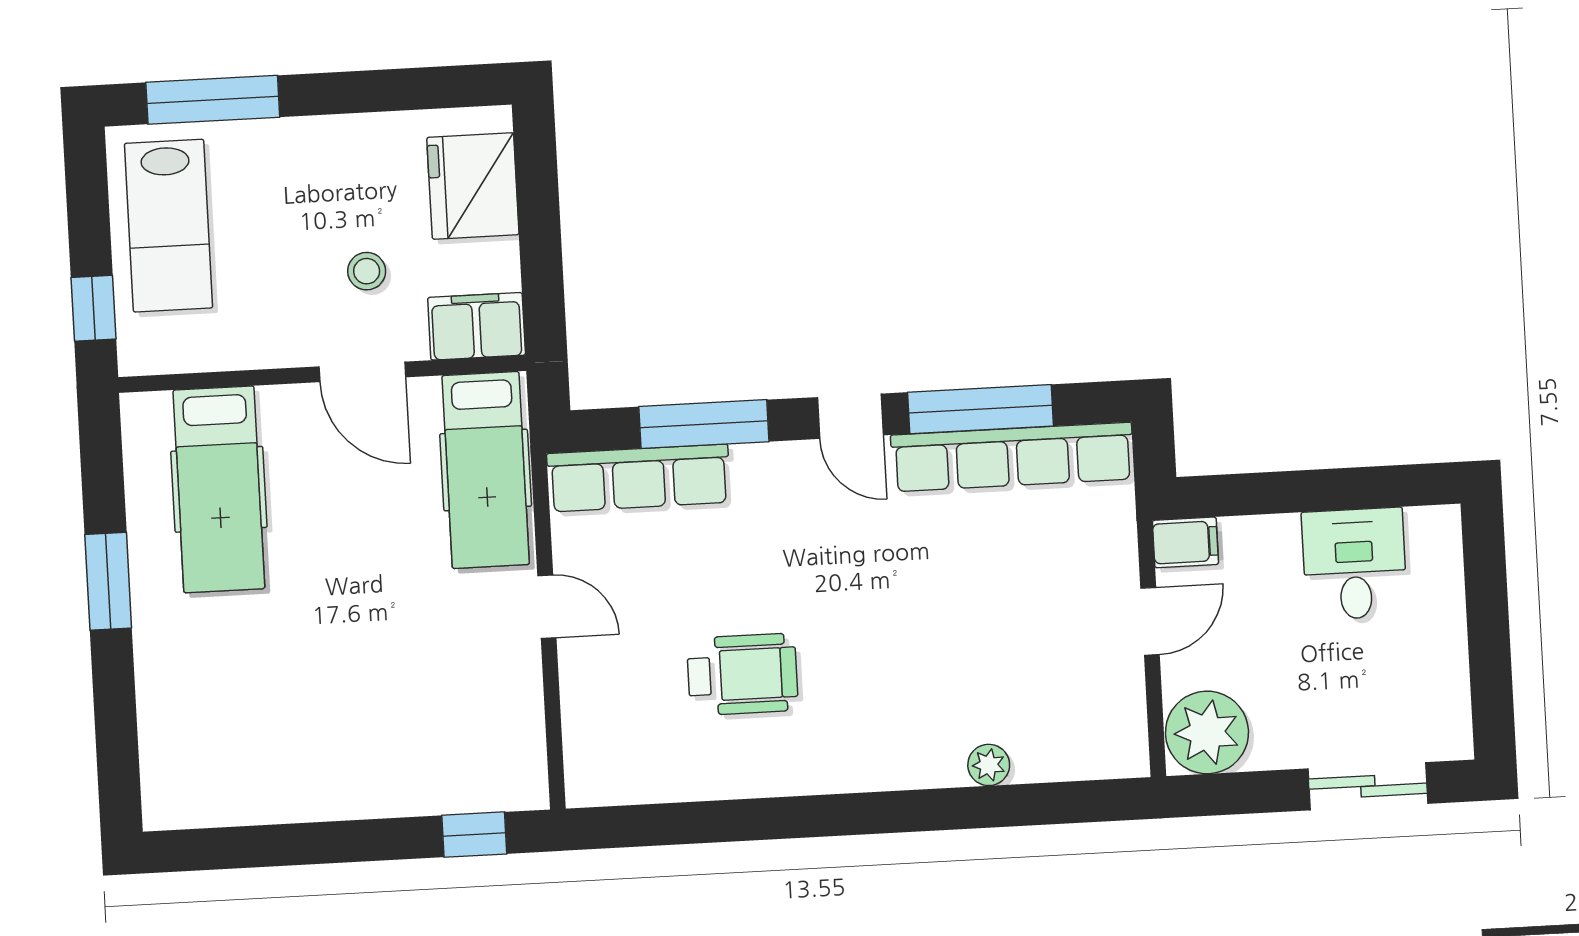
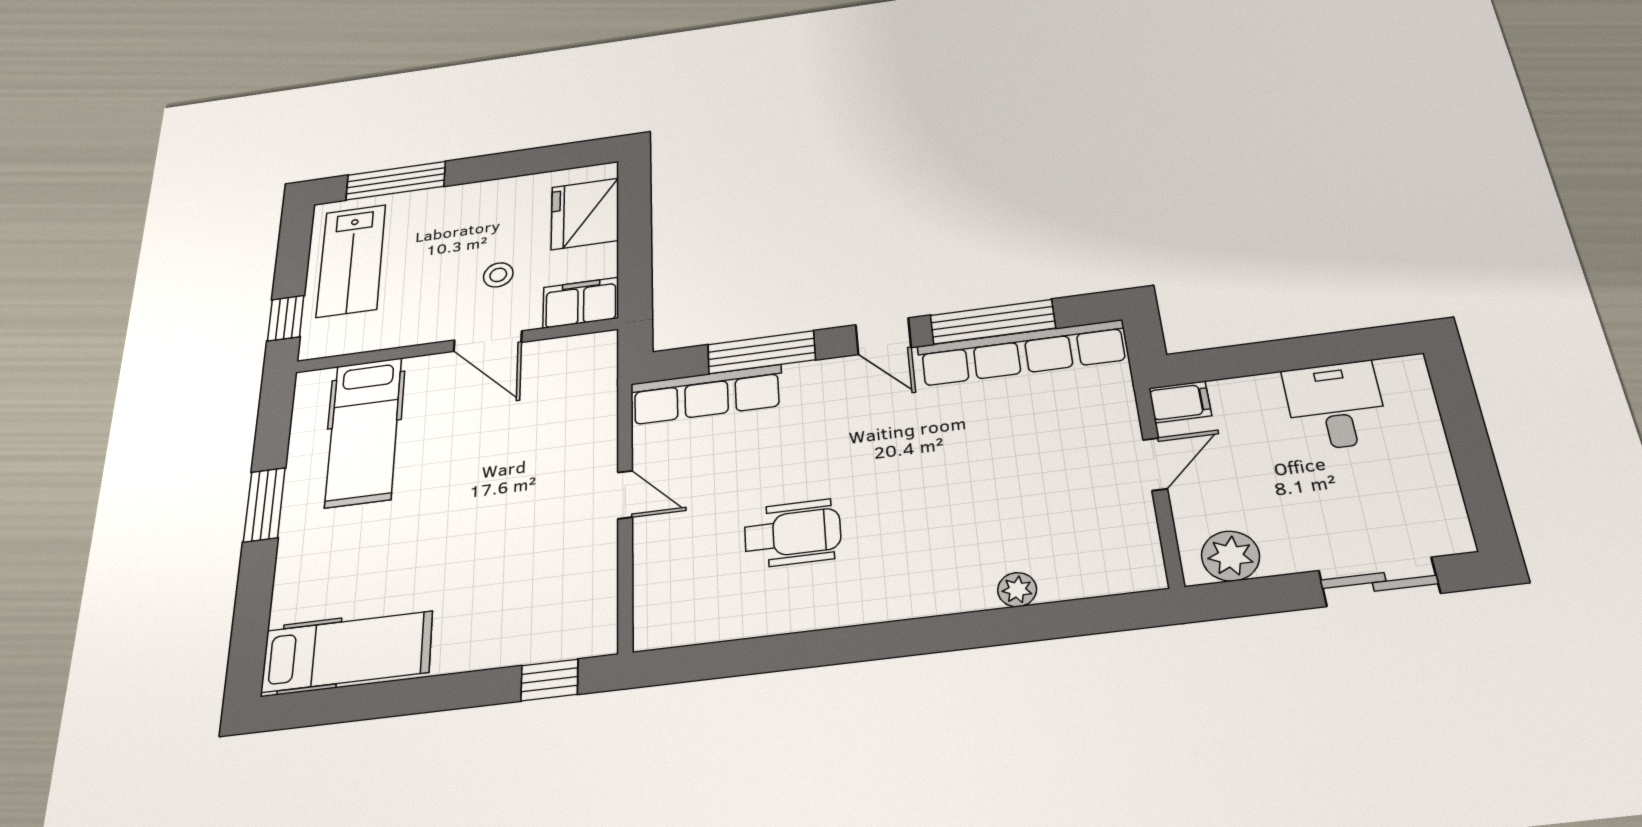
hospital bed: (486, 470) -> (347, 652), moved, turned -90
plant: (1207, 732) -> (1230, 556), width x0.73, depth x0.73

